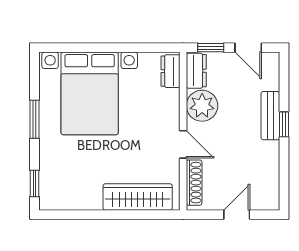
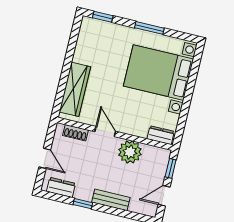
dresser: (196, 71) -> (61, 187), moved, turned 180
window: (284, 124) -> (83, 204), moved
door: (183, 144) -> (105, 131), swing flipped
shoe rack: (194, 183) -> (76, 133), width x0.70

